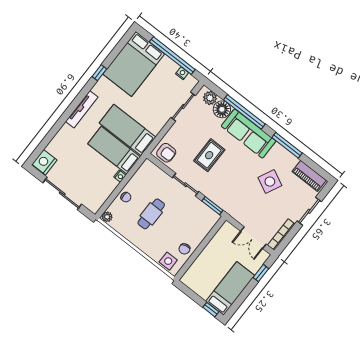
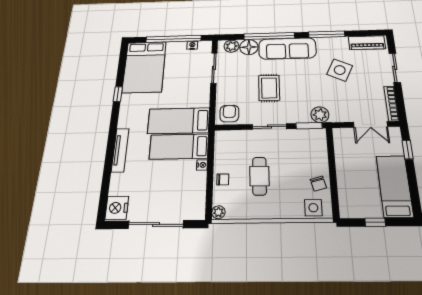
tv unit: (82, 109) -> (120, 150), moved
armchair: (166, 153) -> (229, 114), turned -90
plant: (226, 204) -> (320, 115), added
window: (211, 310) -> (375, 222), moved

